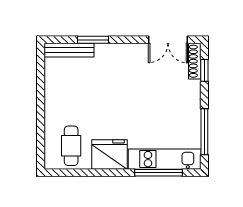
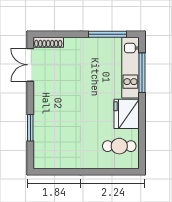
double door: (168, 40) -> (30, 65), swing flipped
bench: (69, 50) -> (39, 148), removed
window: (204, 70) -> (56, 34), removed

